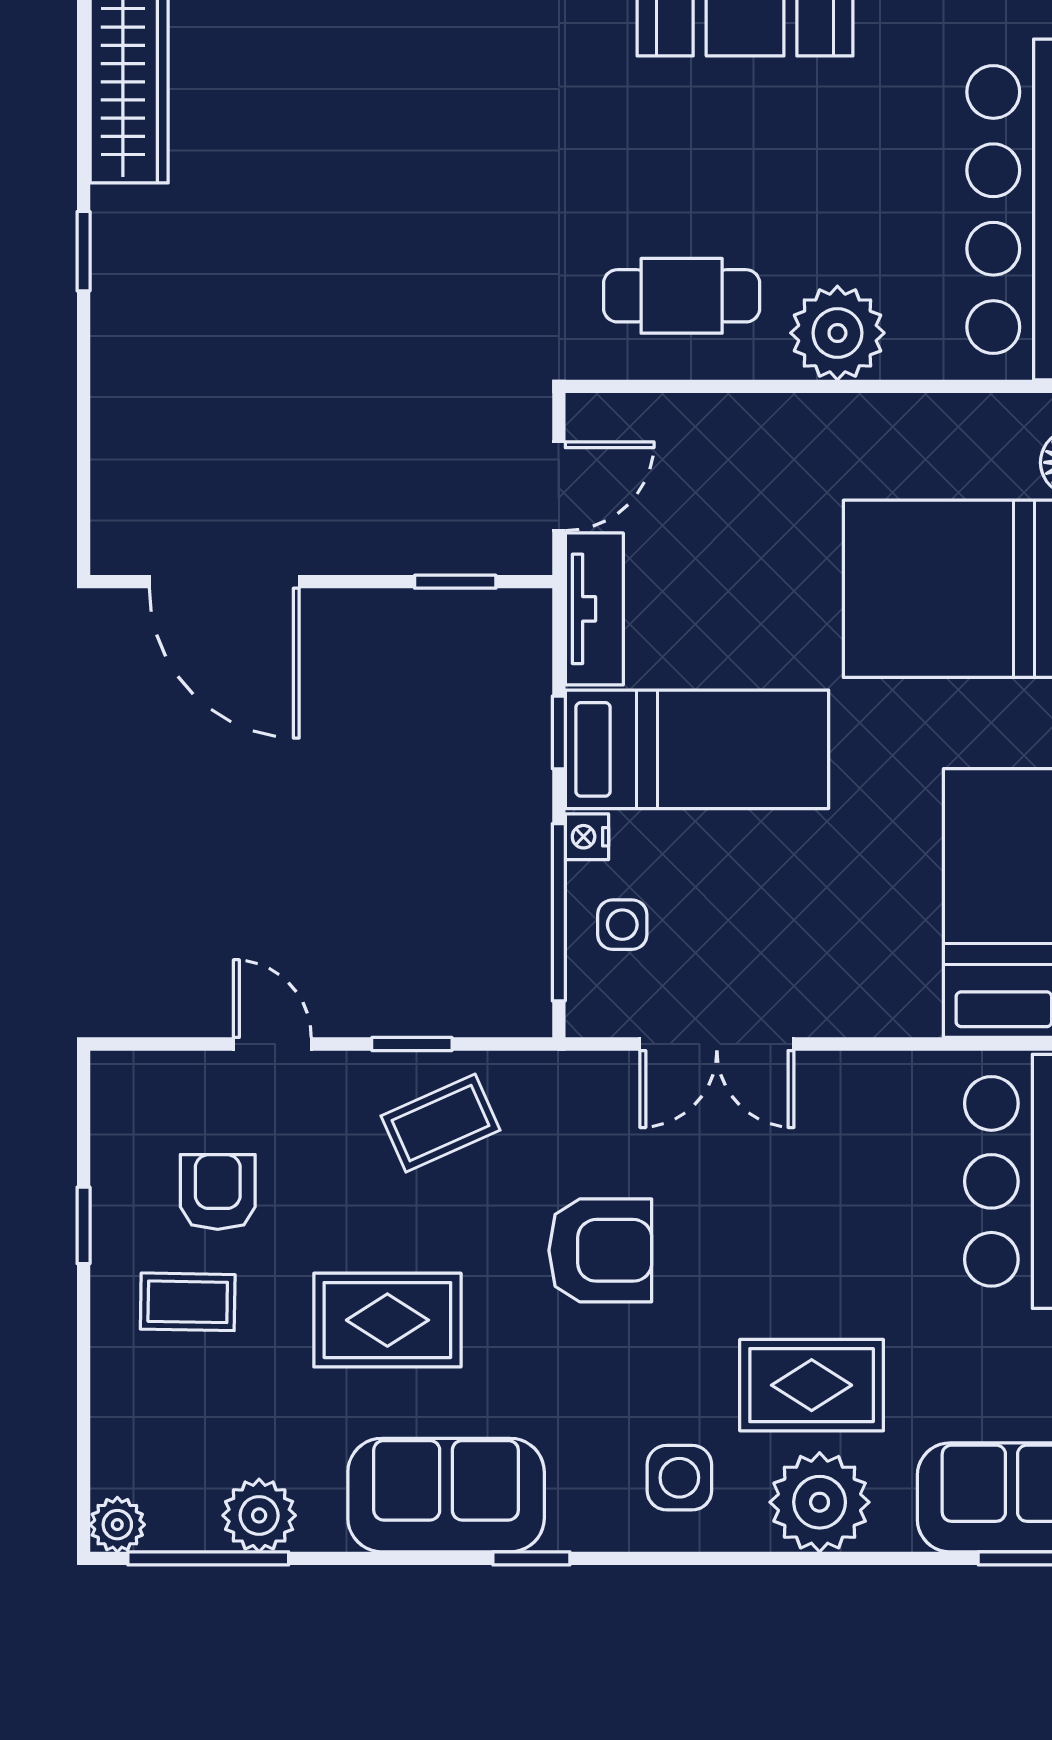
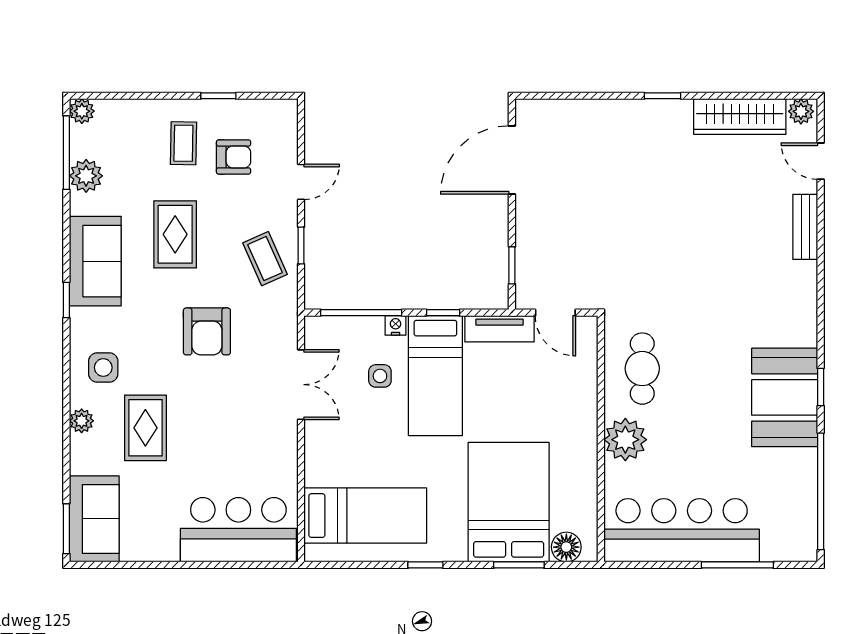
side table: (622, 925) -> (380, 376), moved
double door: (717, 1044) -> (301, 385), swing flipped
plant: (820, 1502) -> (82, 421), width x0.53, depth x0.53

